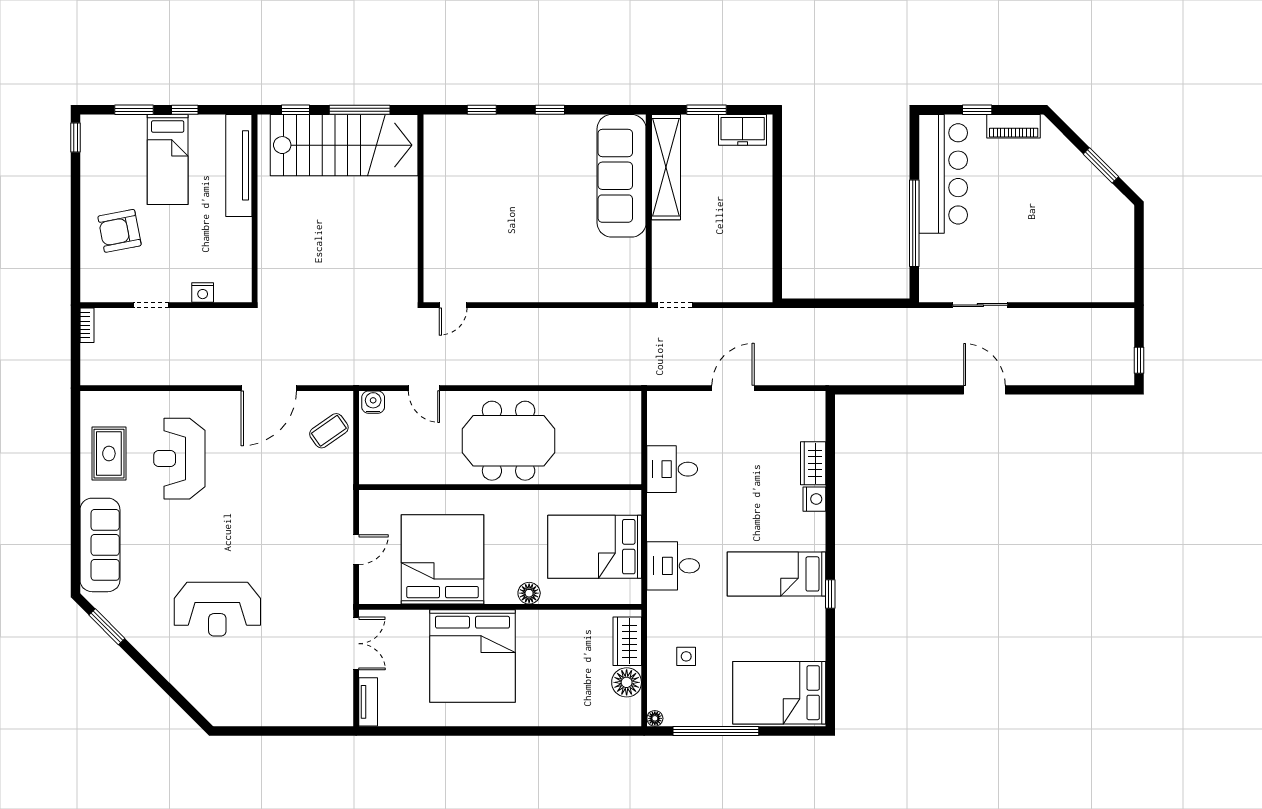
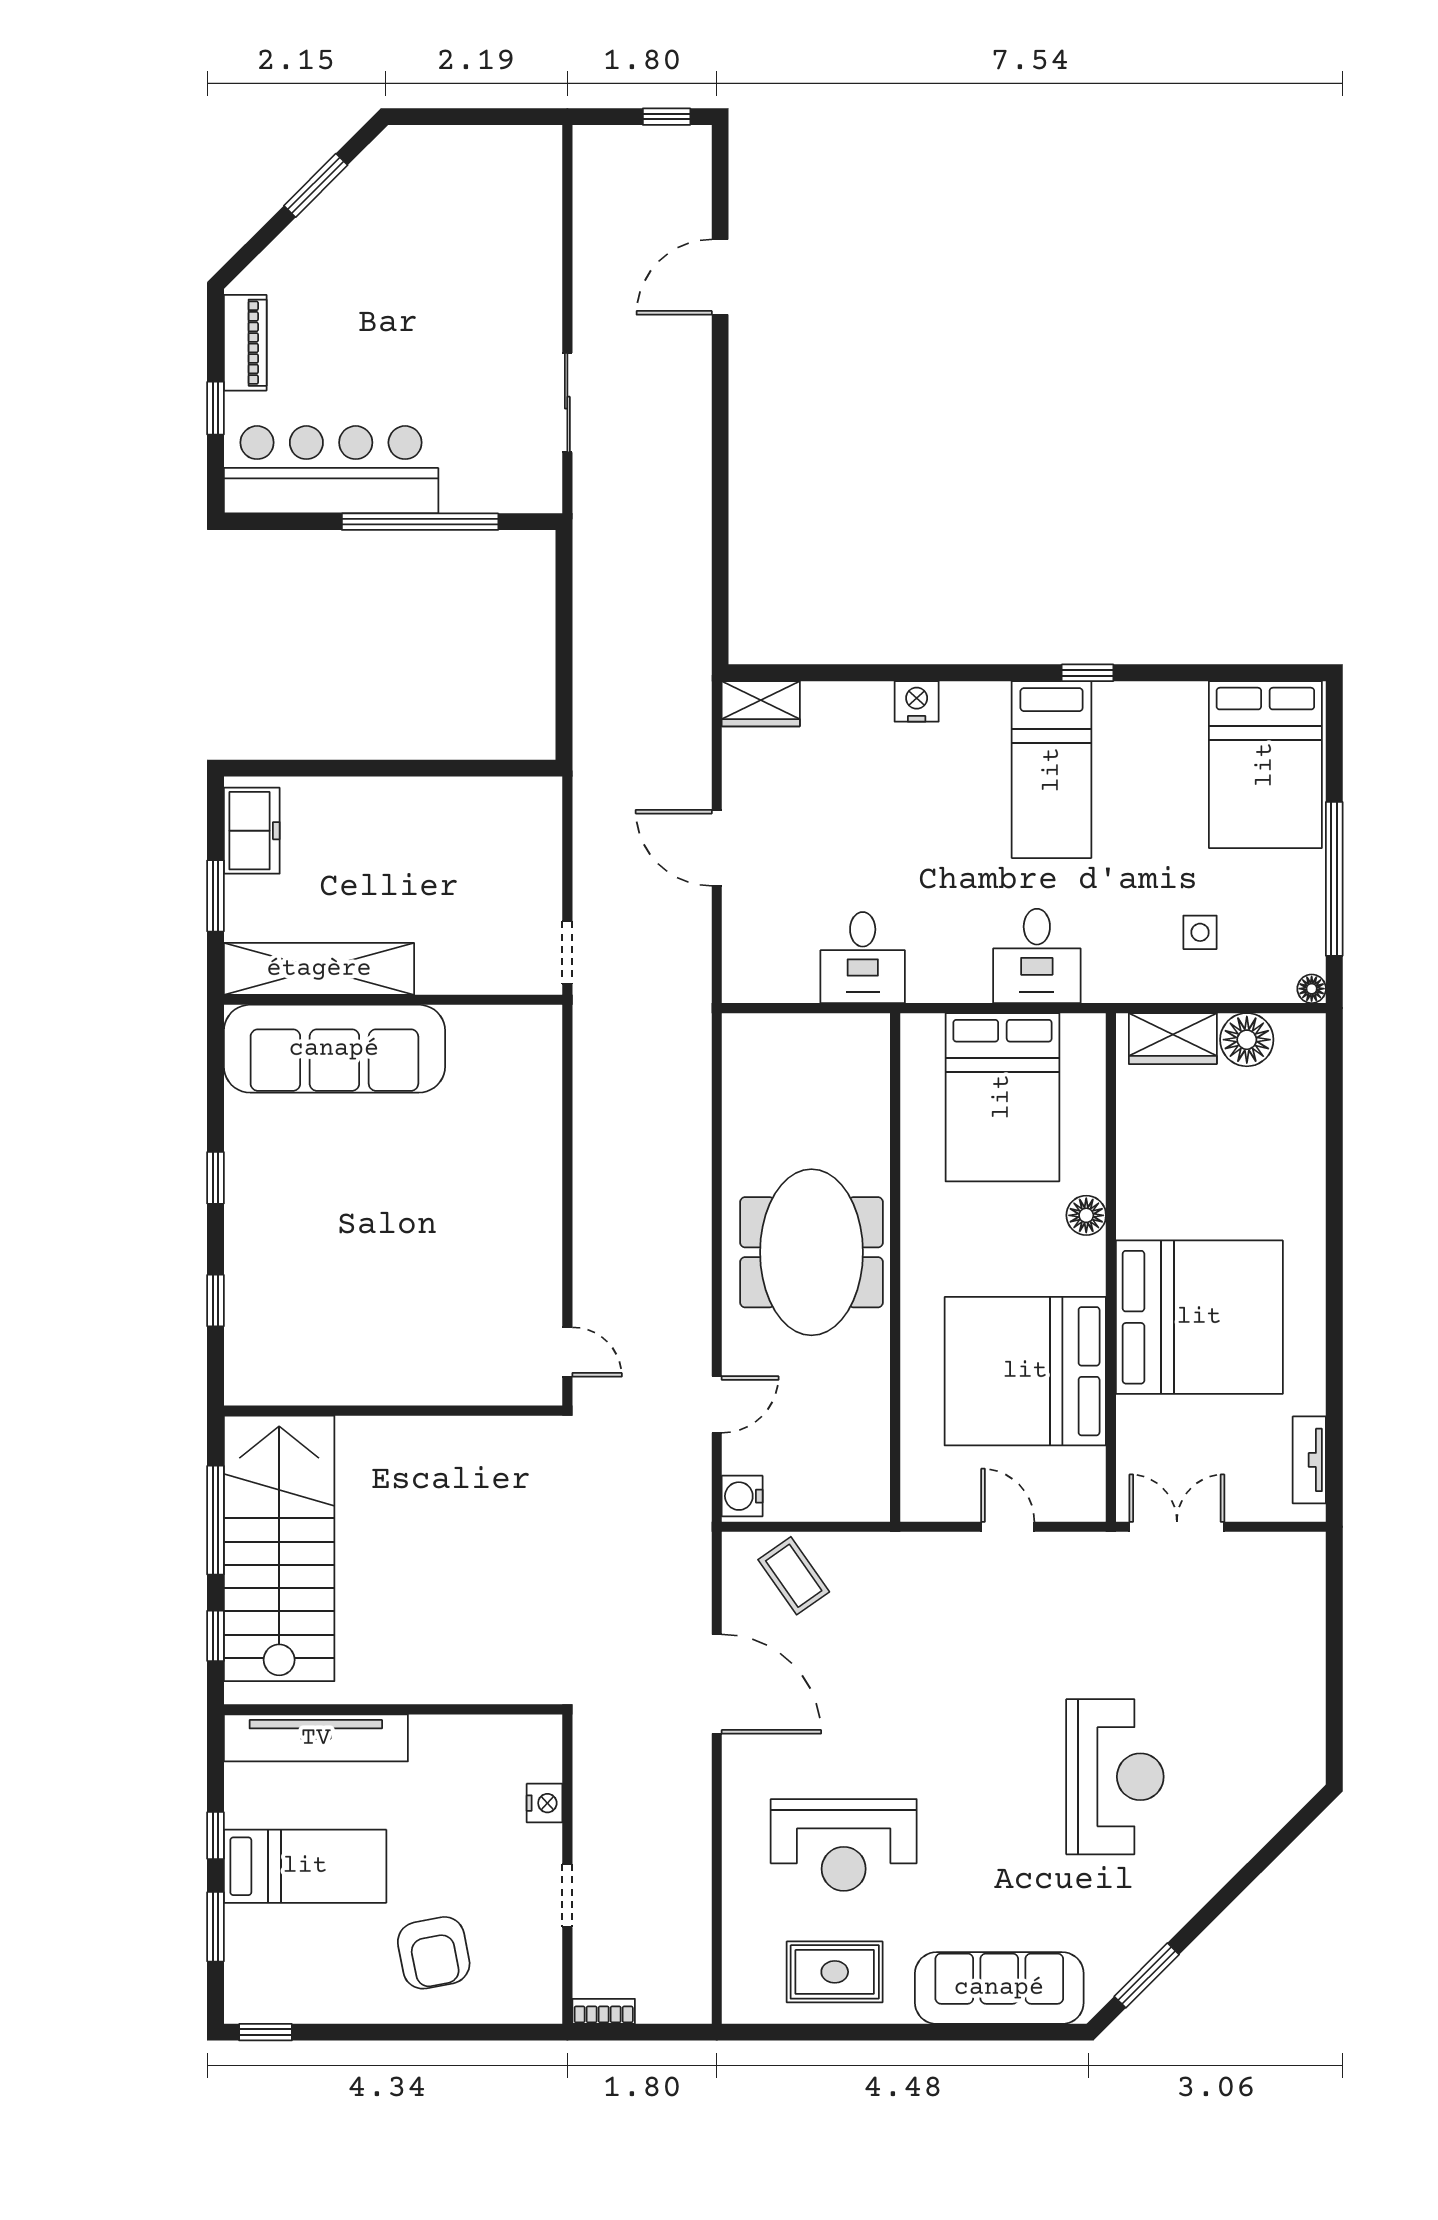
door: (984, 390) -> (720, 277), moved
wardrobe: (813, 463) -> (761, 704), moved
tv unit: (368, 702) -> (1309, 1460), moved, turned -90

